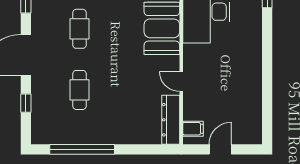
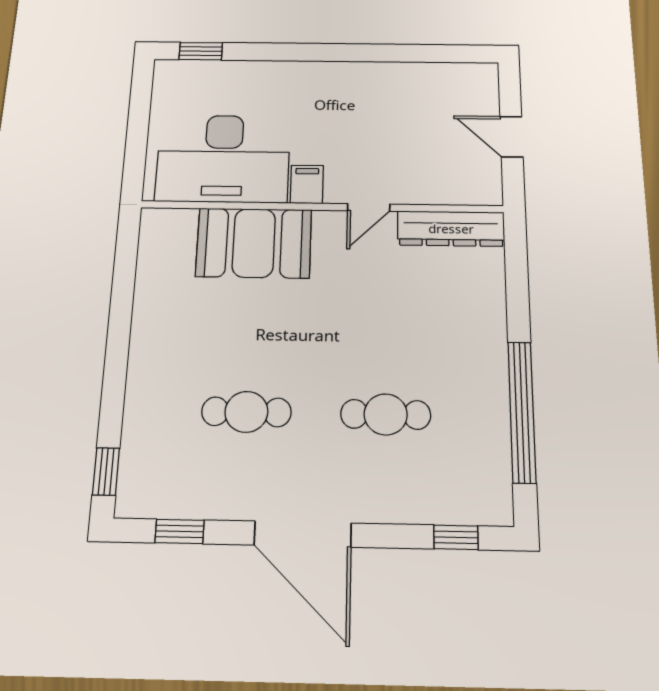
window: (26, 103) -> (456, 537), moved
filing cabinet: (193, 129) -> (307, 184), moved

